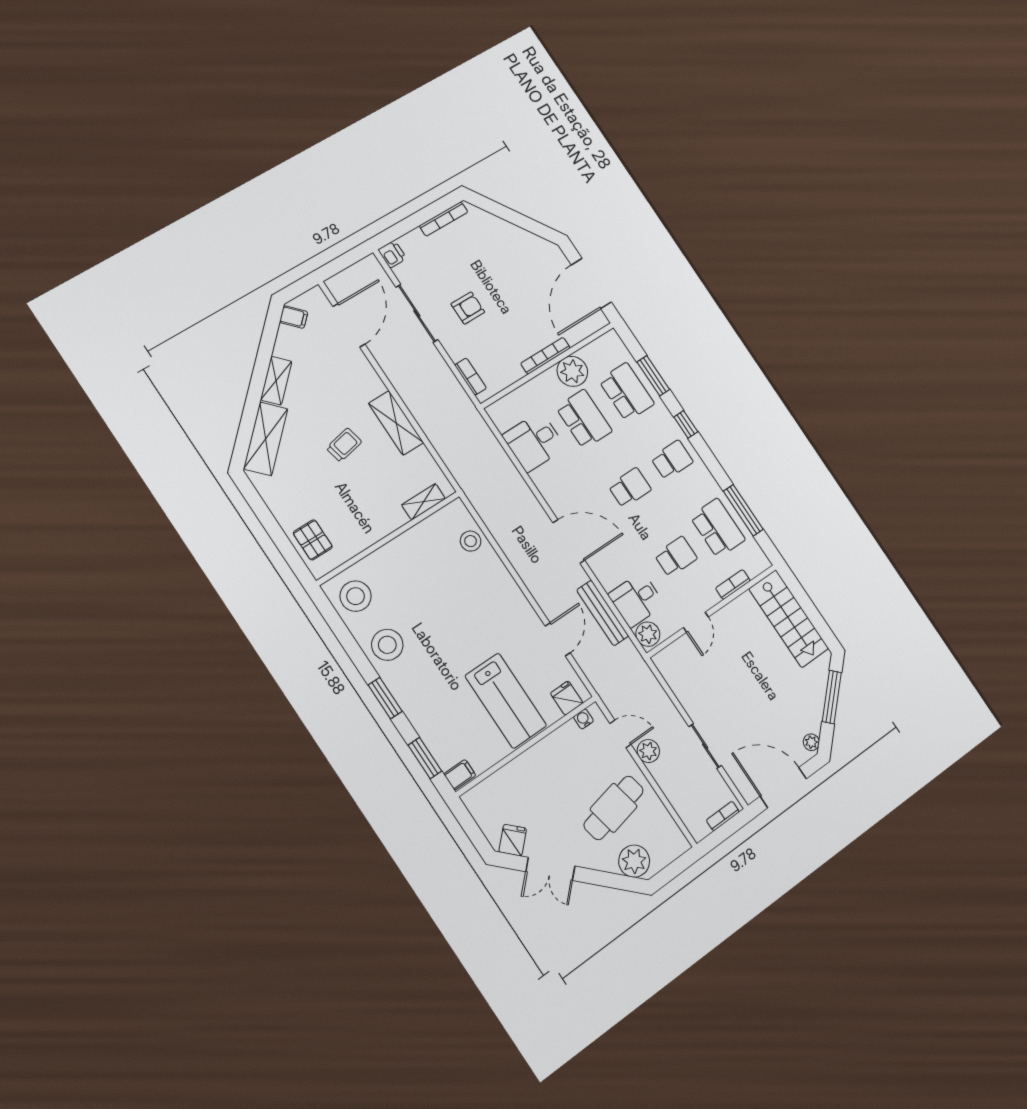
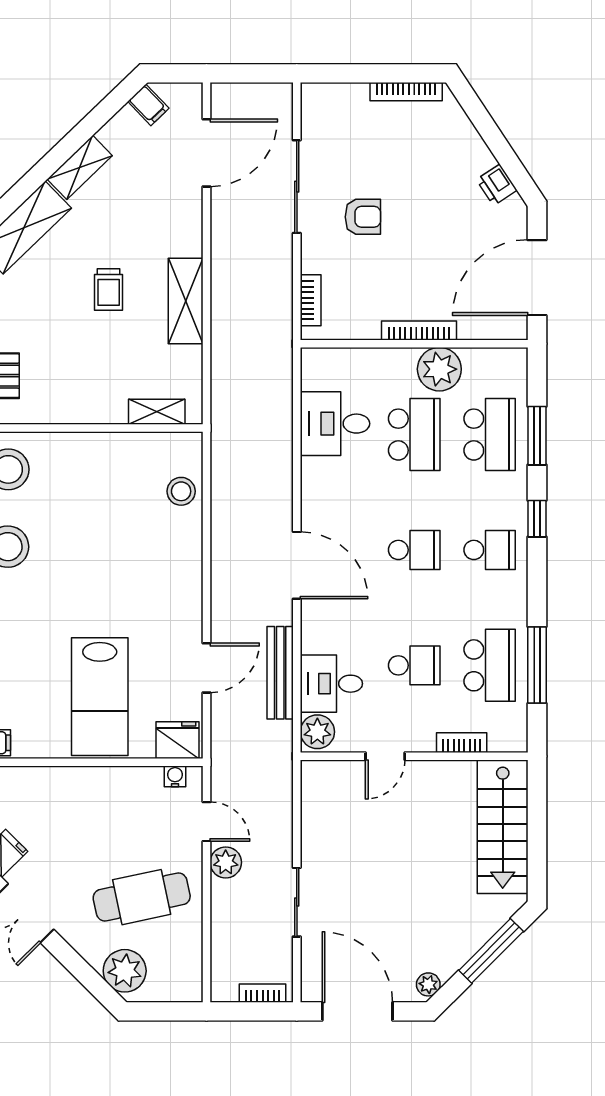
printer: (392, 254) -> (497, 185), moved, turned 147
trolley: (344, 445) -> (109, 289), turned 102
fridge: (567, 698) -> (178, 740), width x1.38

